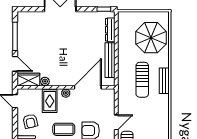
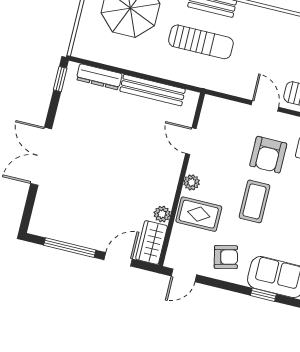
door: (88, 87) -> (191, 141), width x0.53

